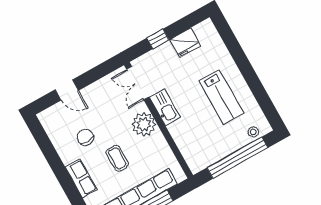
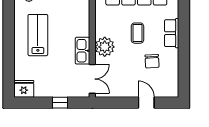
fridge: (185, 43) -> (24, 89), moved

